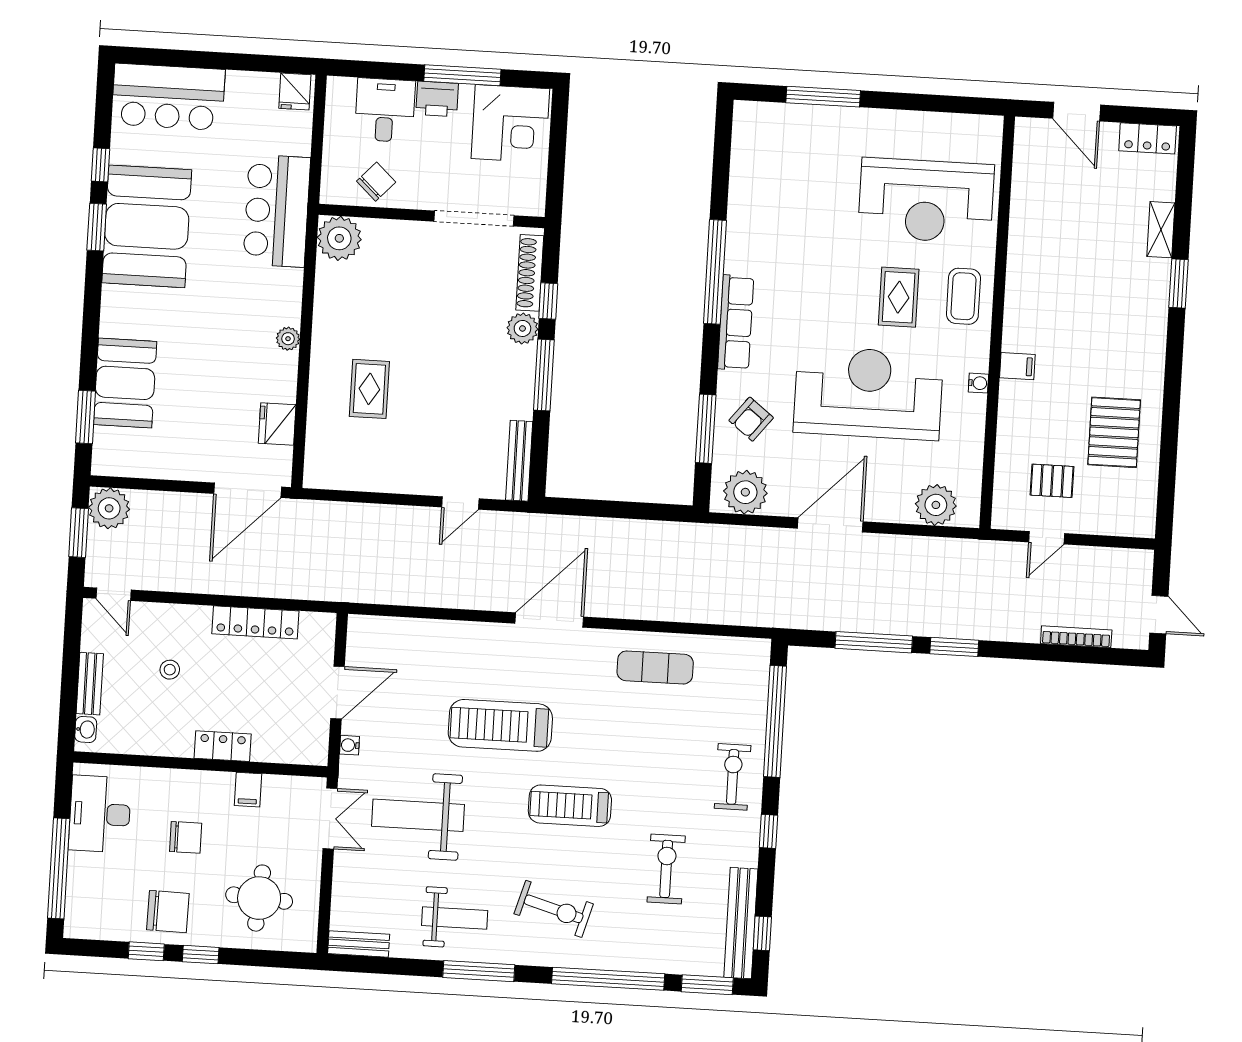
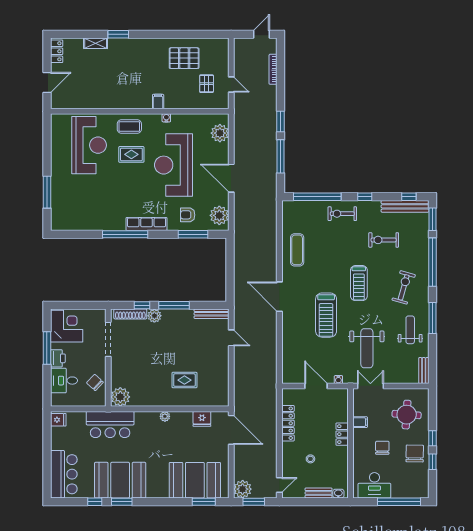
booth: (125, 383) -> (195, 480), width x1.36, depth x1.42
armchair: (751, 419) -> (188, 215), turned 142

